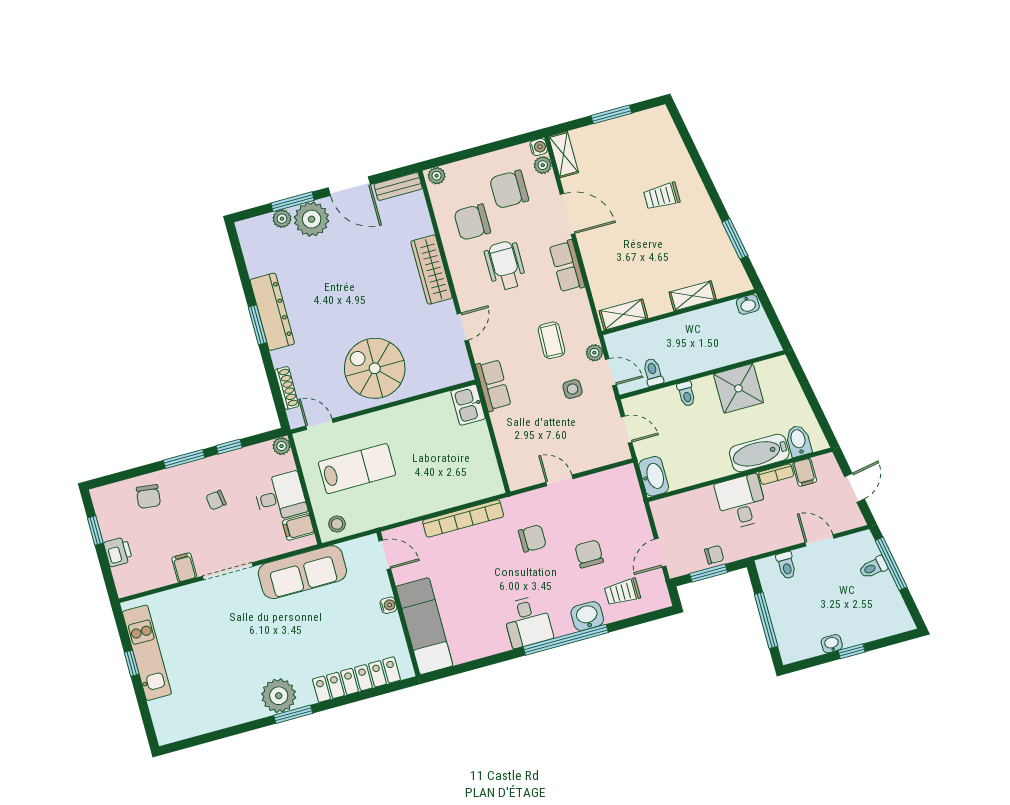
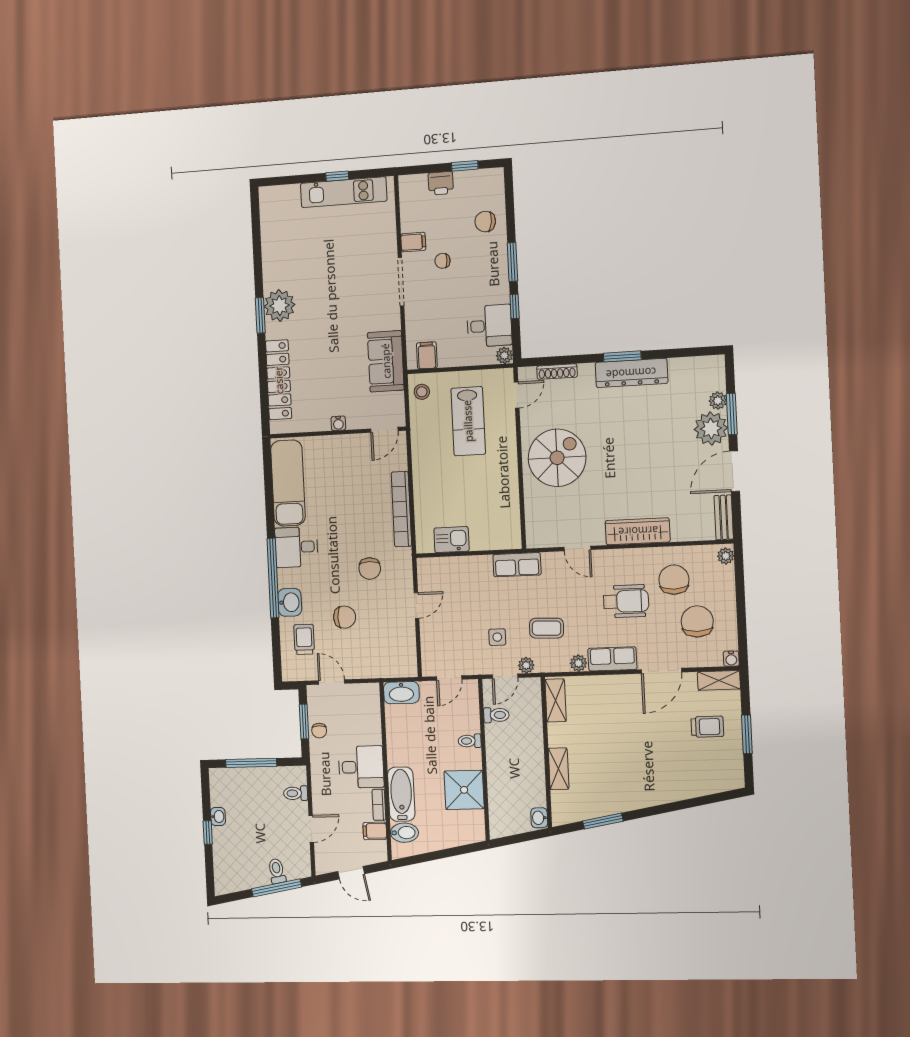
plant: (543, 165) -> (578, 663), moved
trolley: (662, 196) -> (707, 727), moved, turned 90
kitchen sink: (468, 405) -> (451, 540), moved
desk: (280, 497) -> (489, 326), moved, turned -90
chair: (216, 500) -> (442, 261), moved, turned -81
sofa: (302, 572) -> (386, 361), width x0.73
exam couch: (424, 626) -> (288, 483), moved, turned -90

